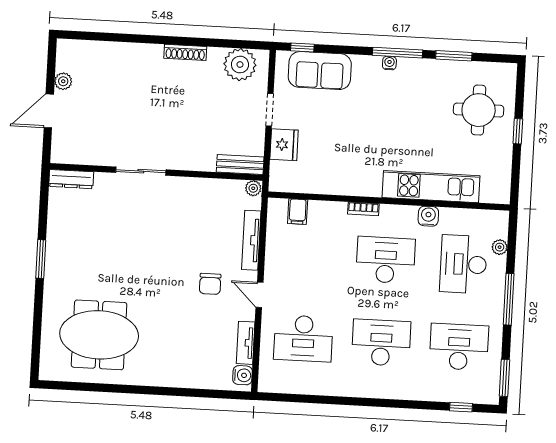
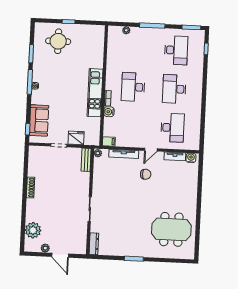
plant: (240, 65) -> (33, 230), moved
kitchen unit: (431, 187) -> (95, 93), moved
filing cabinet: (298, 212) -> (109, 141), moved
water cooler: (428, 216) -> (109, 112), moved
desk: (463, 264) -> (135, 48), removed
meeting table: (99, 335) -> (171, 229), turned 90
desk: (459, 347) -> (176, 50), turned 180

